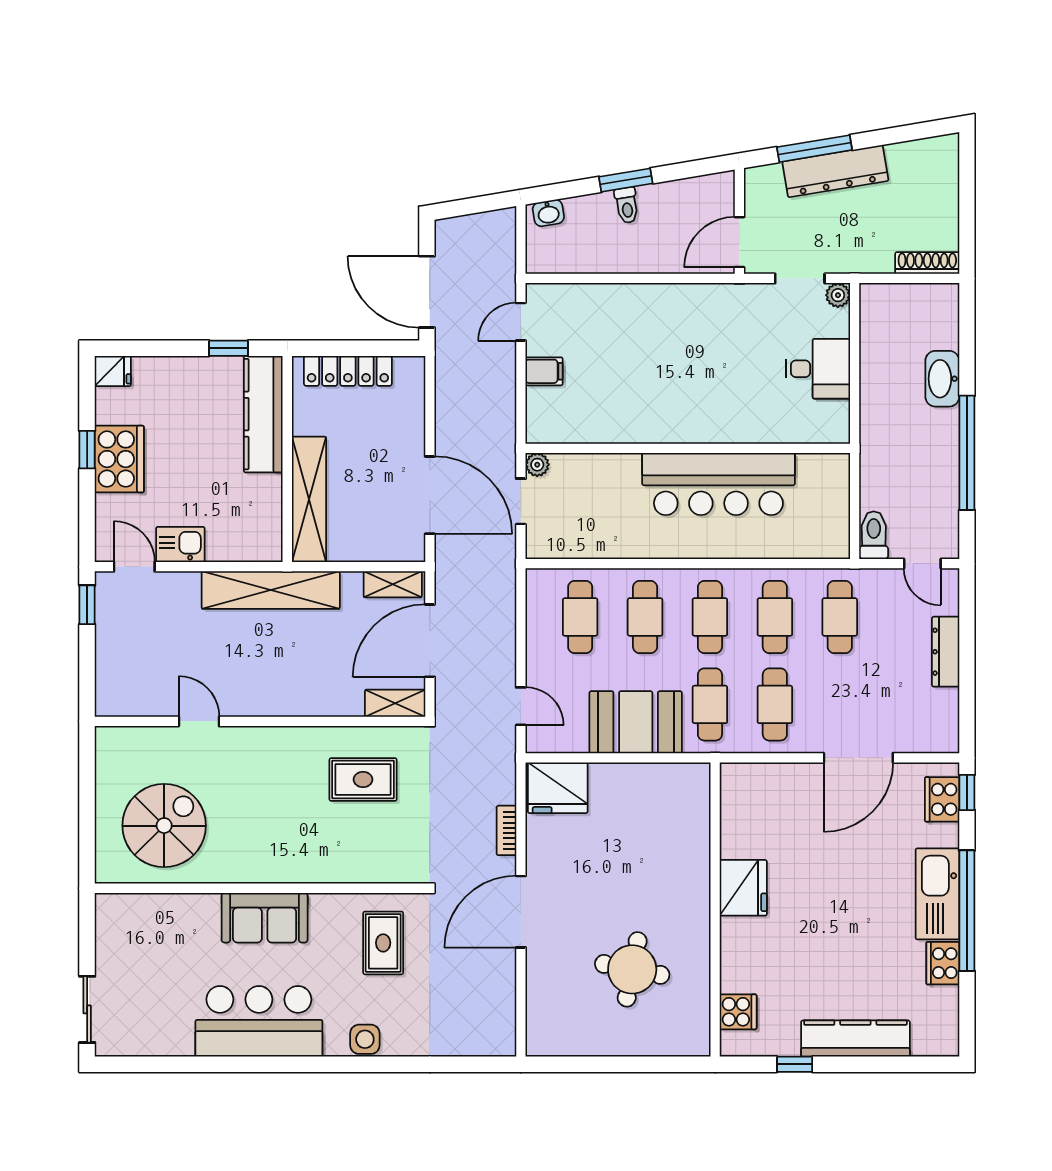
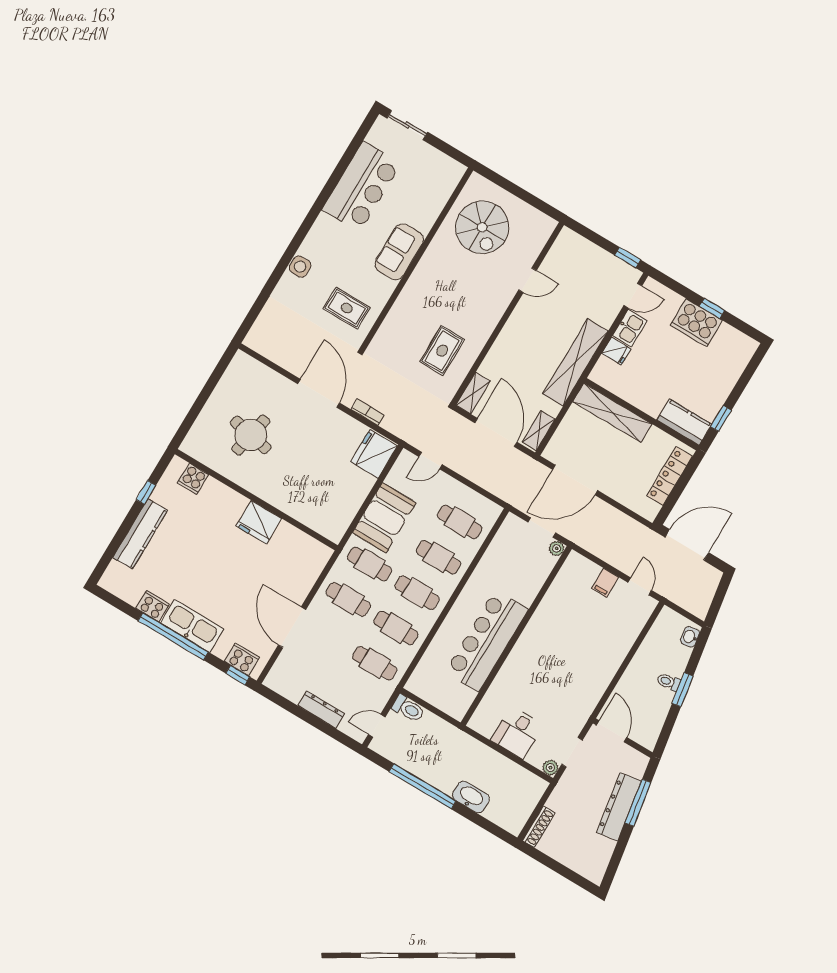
fridge: (113, 371) -> (616, 351), moved, turned -90
kitchen counter: (263, 414) -> (684, 422), width x0.67
bar counter: (259, 1021) -> (362, 187), moved

